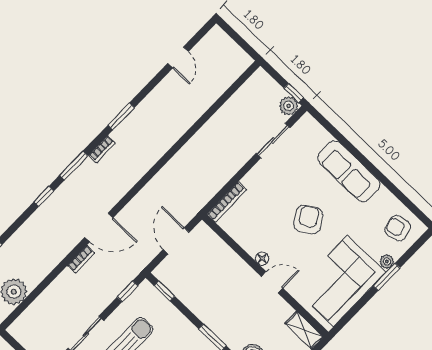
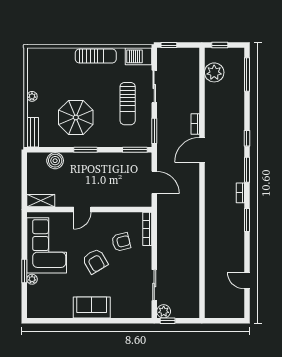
sofa: (349, 171) -> (92, 308), width x0.73
armchair: (398, 228) -> (121, 242), moved
floor lamp: (262, 259) -> (100, 217), removed
window: (127, 291) -> (154, 131), width x1.50
window: (164, 291) -> (135, 150), width x1.50

